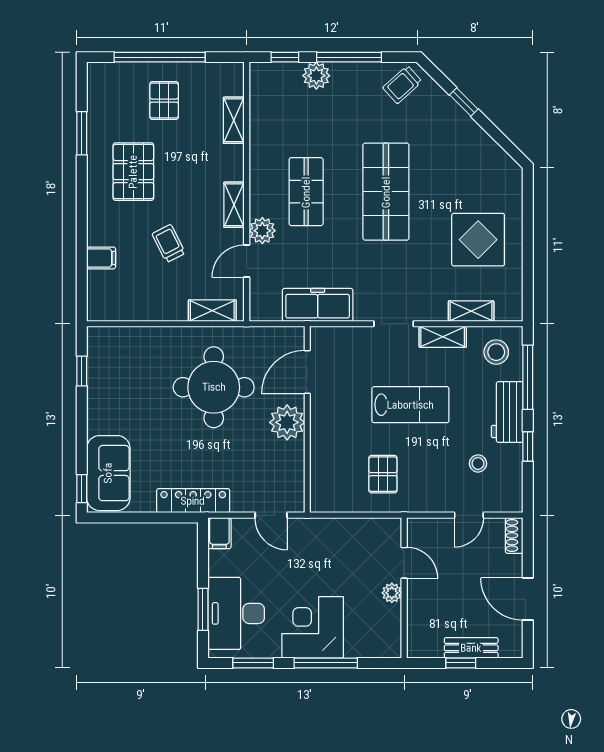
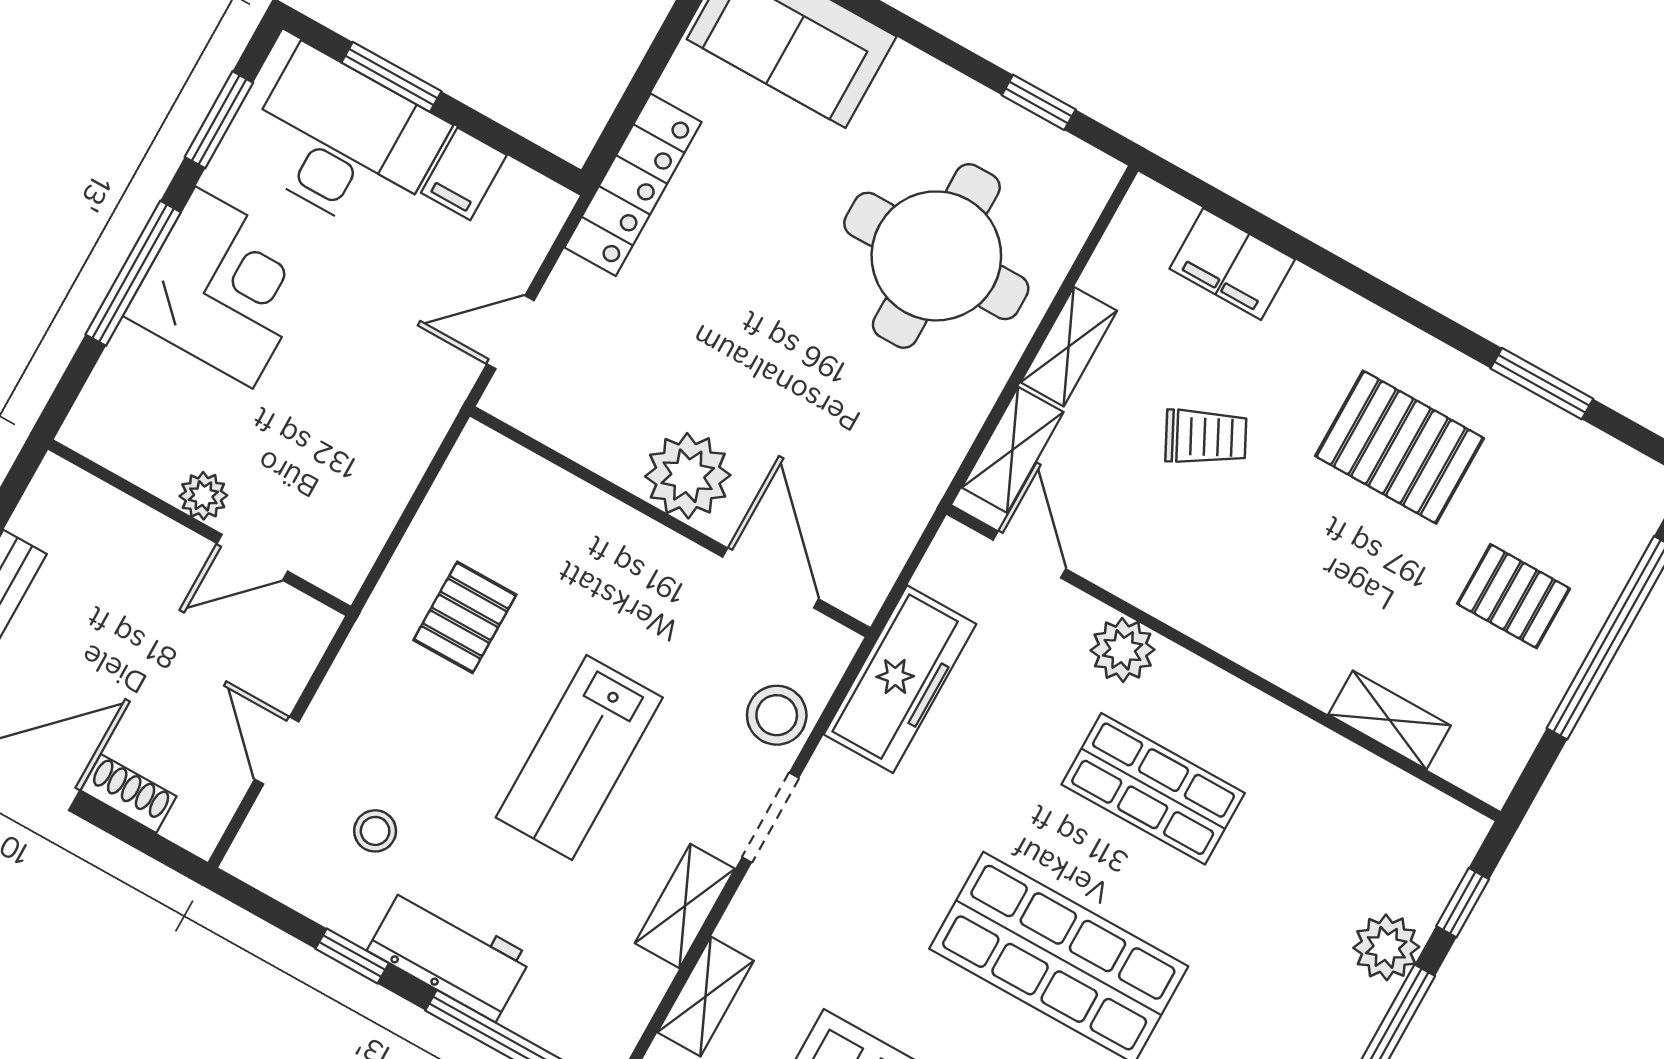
shelving: (234, 205) -> (1069, 347), moved, turned 90
filing cabinet: (101, 258) -> (1232, 264), width x2.00
door: (247, 261) -> (1029, 554), moved
stool: (496, 352) -> (777, 715), moved
round table: (214, 387) -> (936, 256), moved
pallet: (383, 474) -> (465, 617), turned 90
filing cabinet: (219, 533) -> (464, 174), moved, turned -90
shoe rack: (514, 535) -> (128, 793), moved

